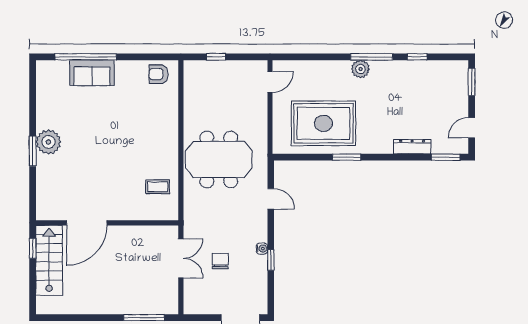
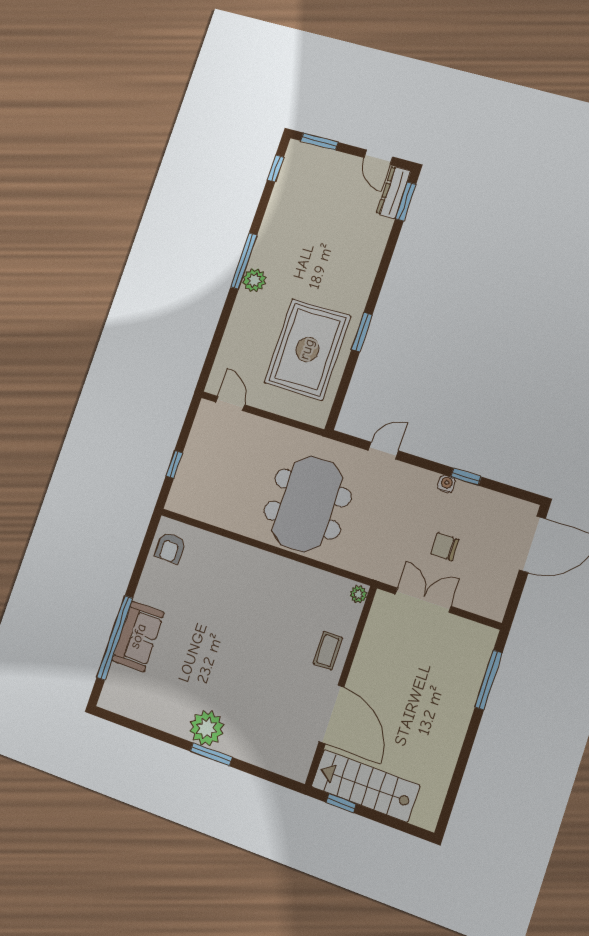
window: (417, 57) -> (275, 169), moved
dresser: (412, 147) -> (394, 192), moved
coffee table: (158, 187) -> (328, 651), moved
plant: (170, 214) -> (358, 594), added

